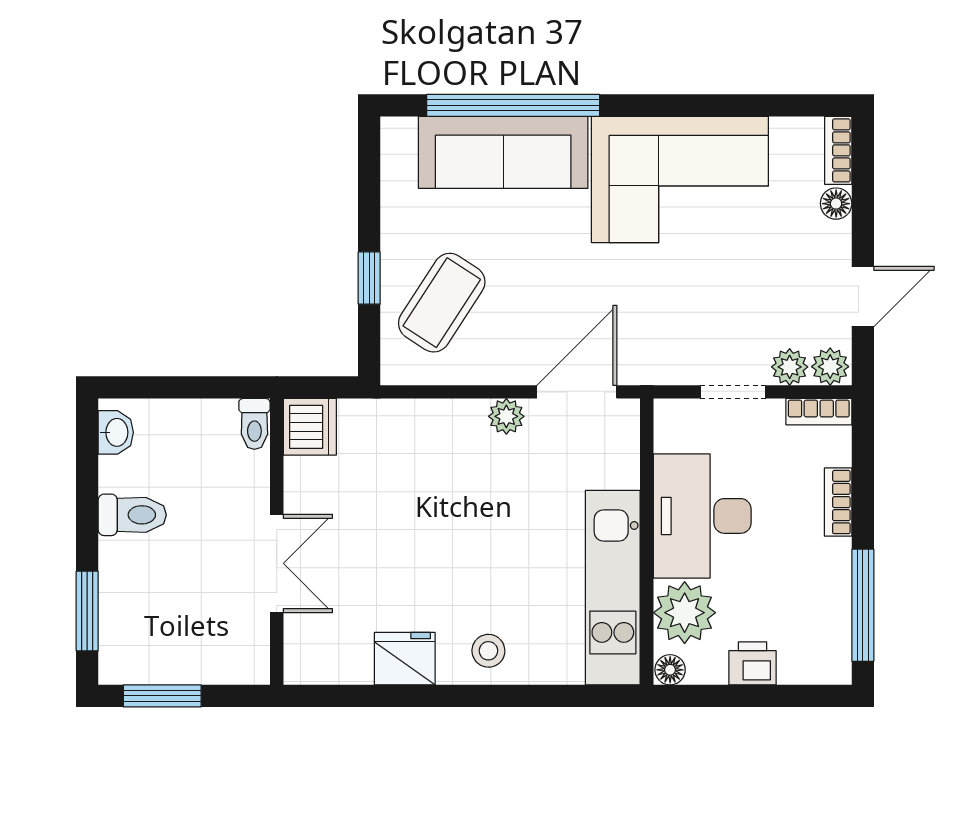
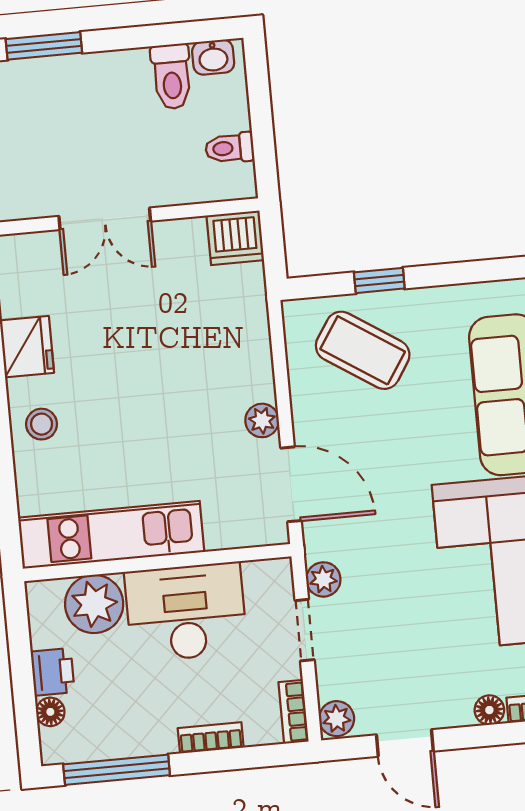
plant: (790, 367) -> (323, 579), moved
toilet: (254, 424) -> (230, 148), moved
toilet: (132, 515) -> (172, 77), moved
floor lamp: (670, 670) -> (50, 712), moved

